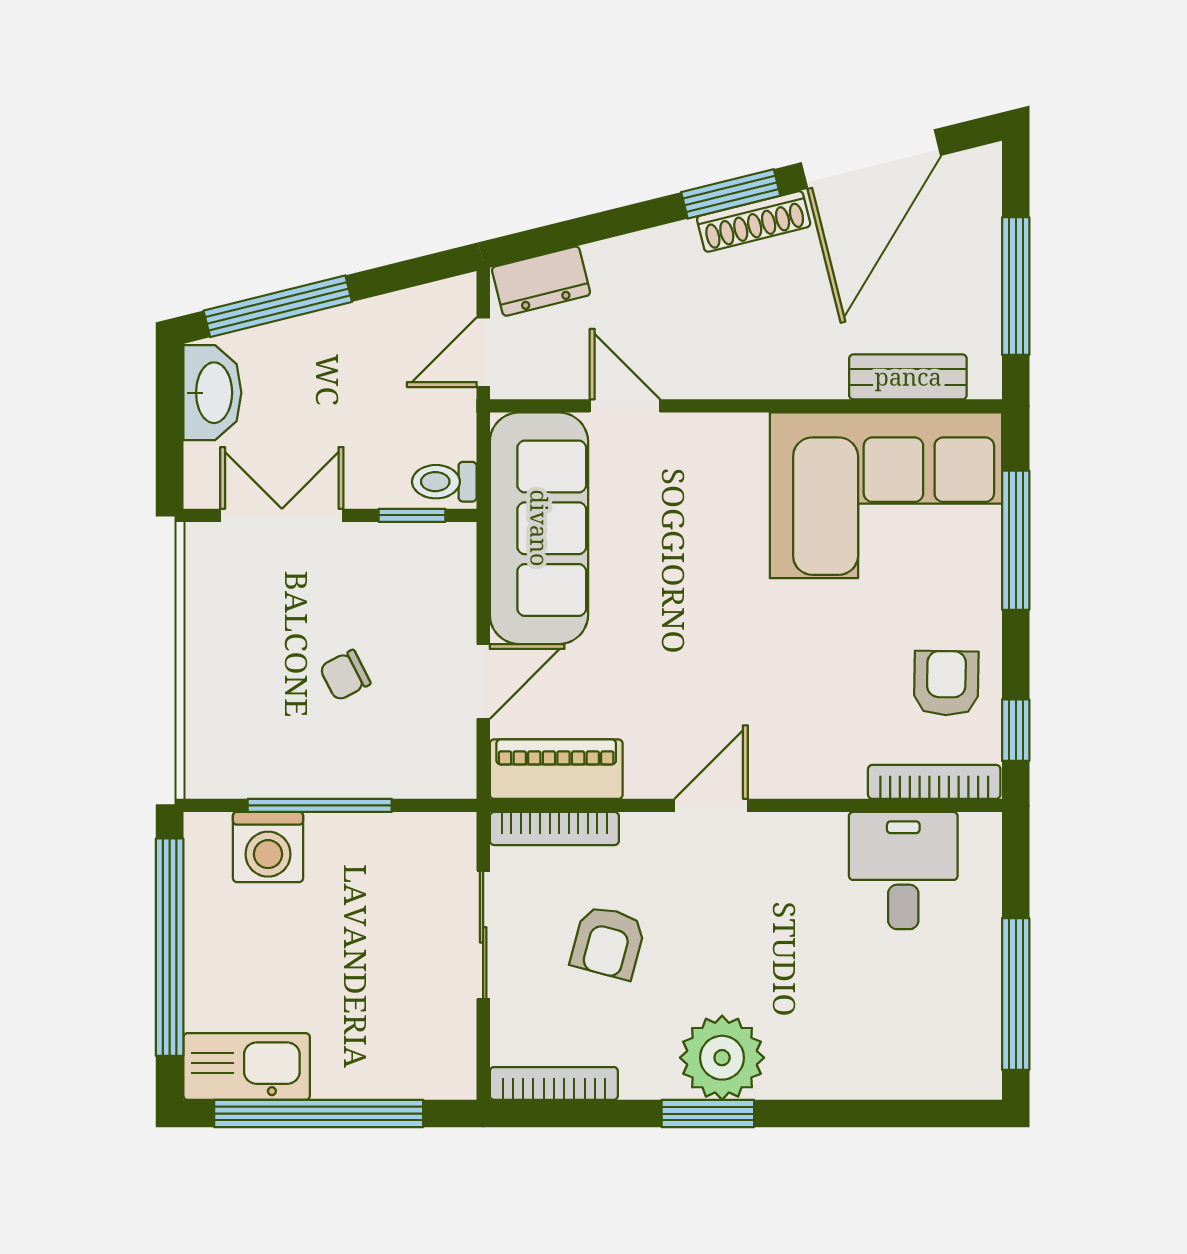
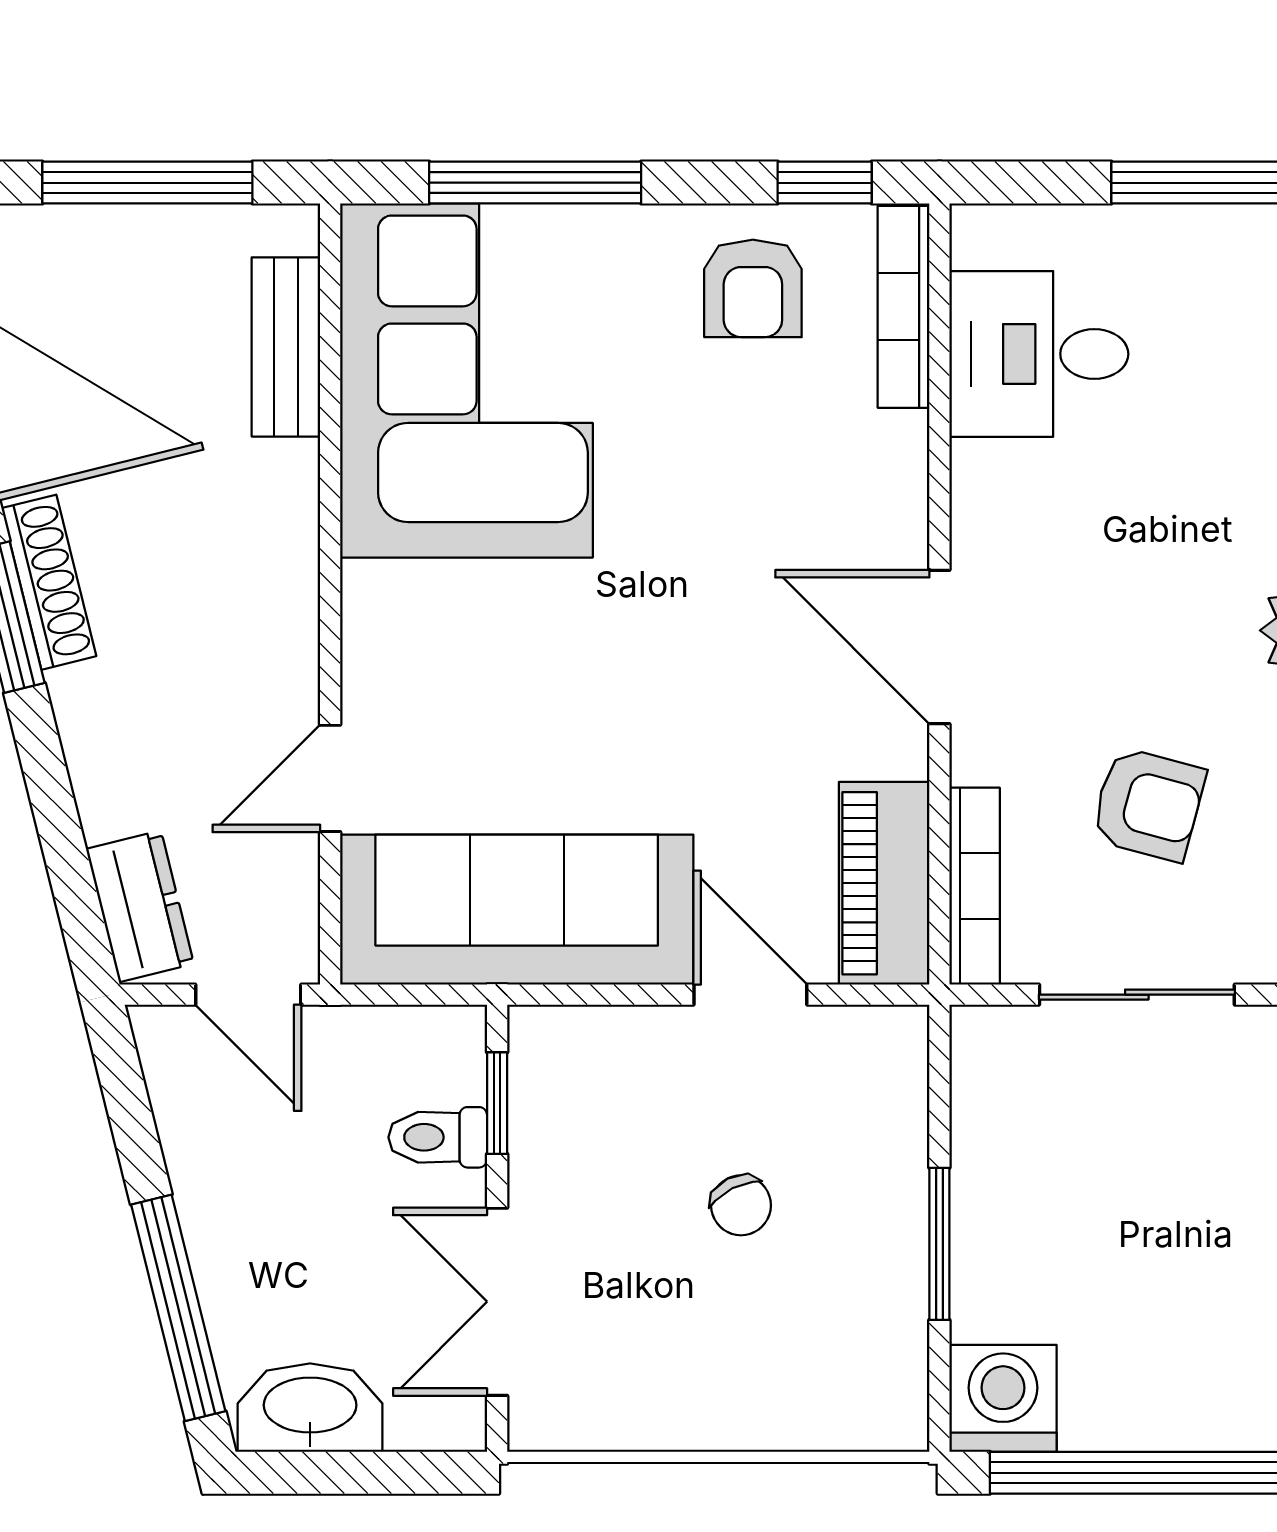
toilet: (444, 482) -> (438, 1137), moved, turned 90
armchair: (946, 683) -> (753, 288), turned -91
window: (320, 805) -> (939, 1244), width x0.69
door: (711, 805) -> (939, 647), width x1.37
washing machine: (268, 847) -> (1003, 1398), moved, turned -90

